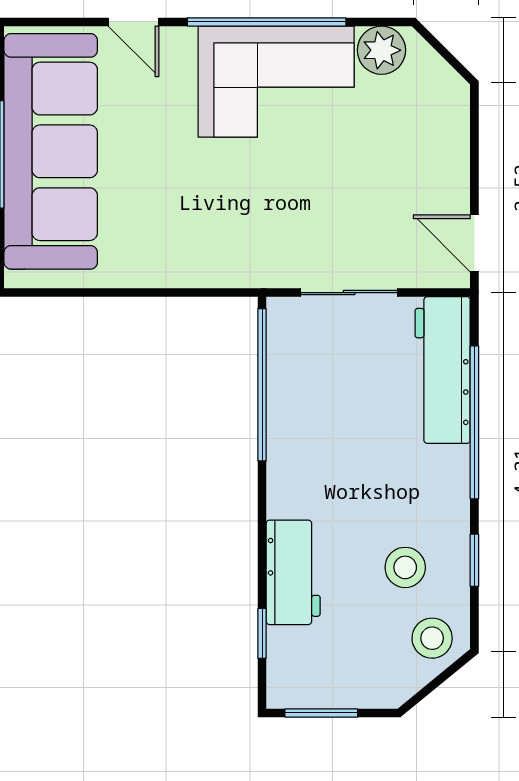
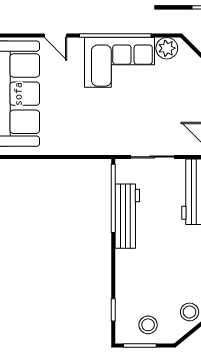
stool: (405, 567) -> (148, 325), moved
workbench: (293, 572) -> (127, 216), moved, width x1.38

